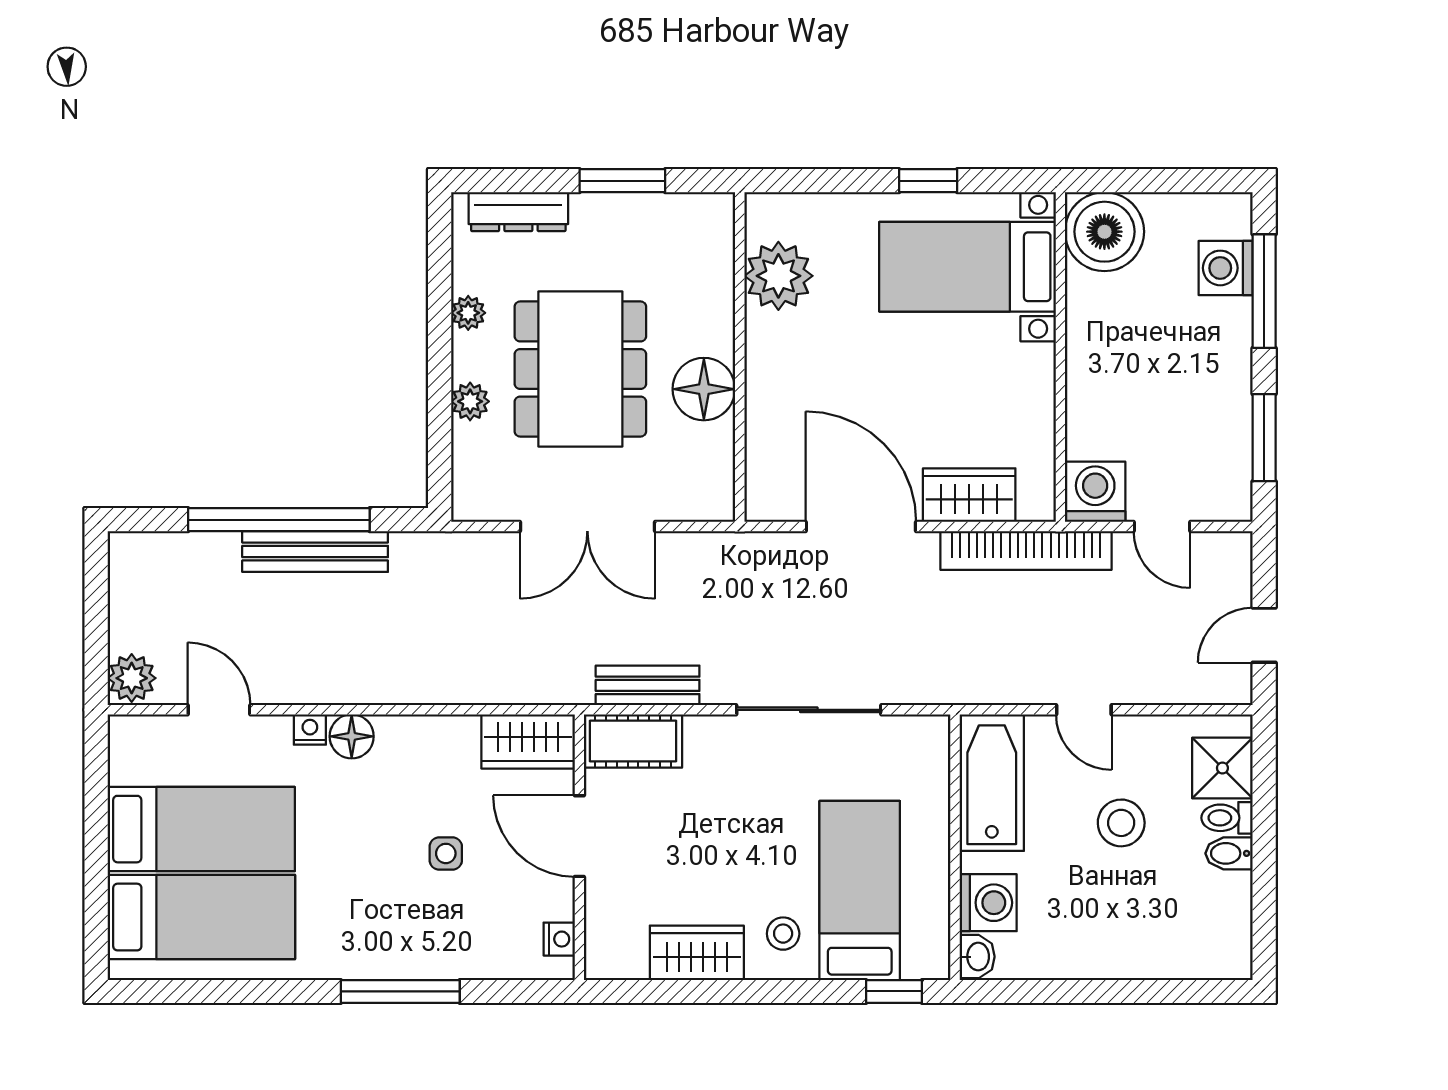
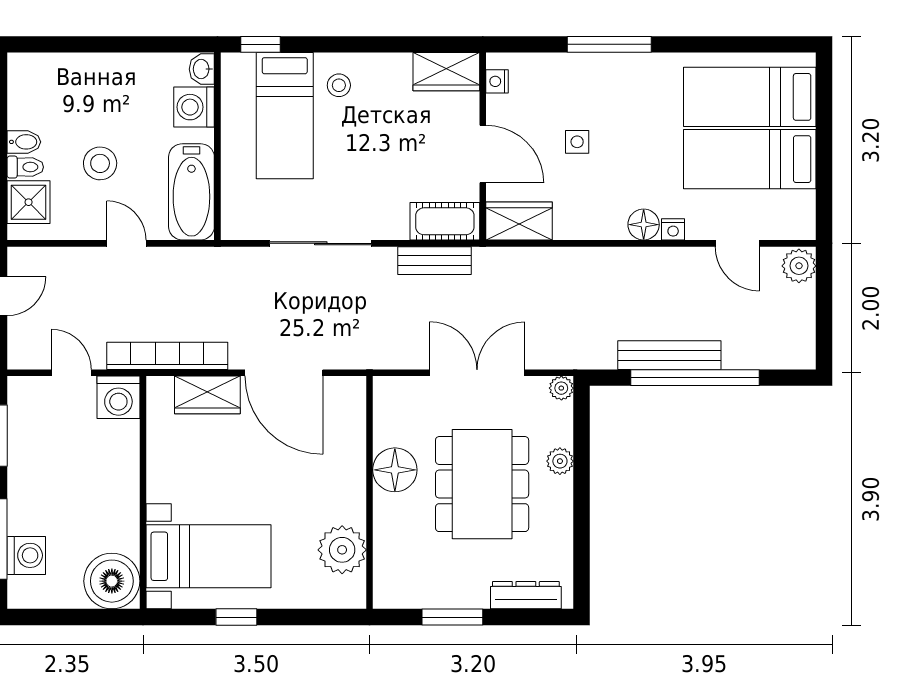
plant: (468, 313) -> (561, 388), moved
wardrobe: (697, 953) -> (446, 72), moved

